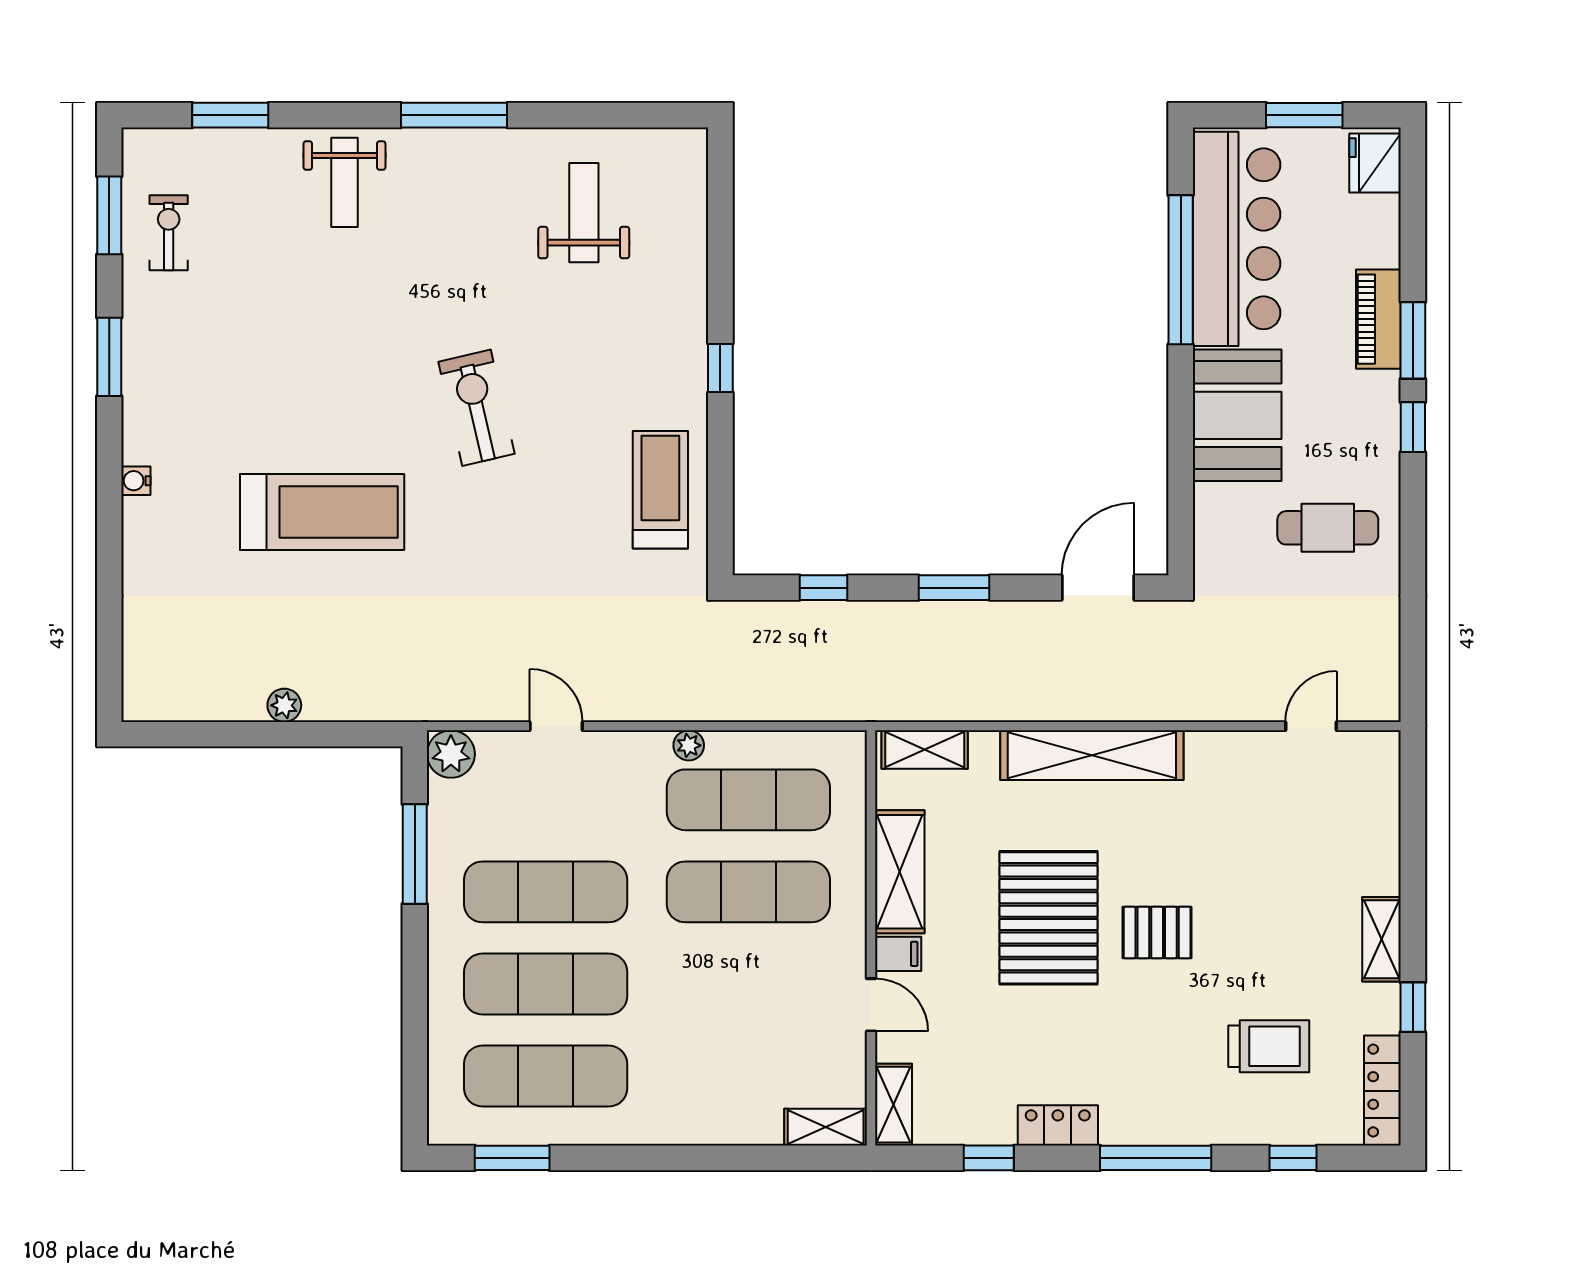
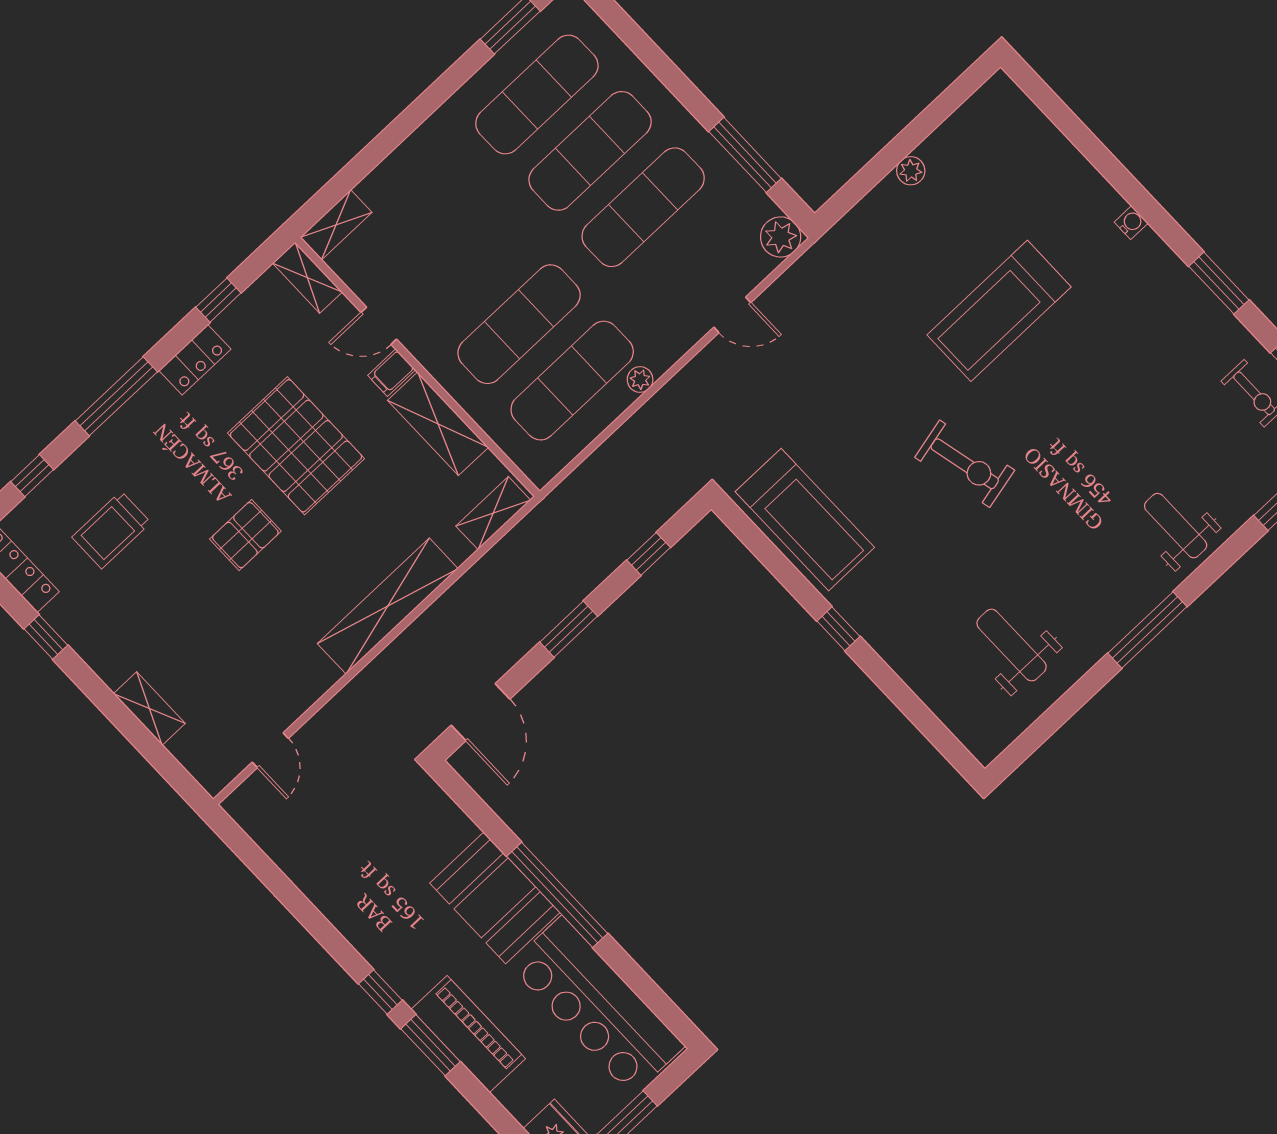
weight bench: (584, 213) -> (1012, 645), turned 180
window: (1181, 270) -> (557, 895), moved
piano: (1378, 319) -> (468, 1034), width x1.37, depth x1.33
treadmill: (660, 490) -> (805, 520), width x1.37, depth x1.38
cafe table: (1328, 528) -> (374, 881), removed
pallet: (1049, 918) -> (296, 446), moved
shelving: (1382, 939) -> (149, 709), moved

